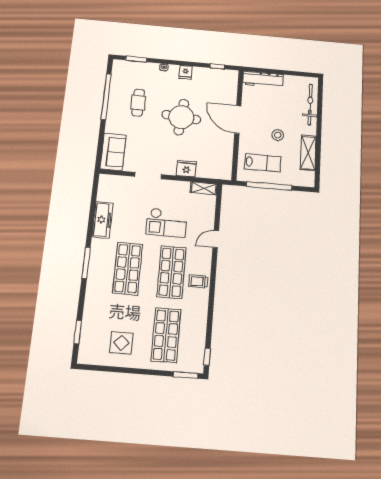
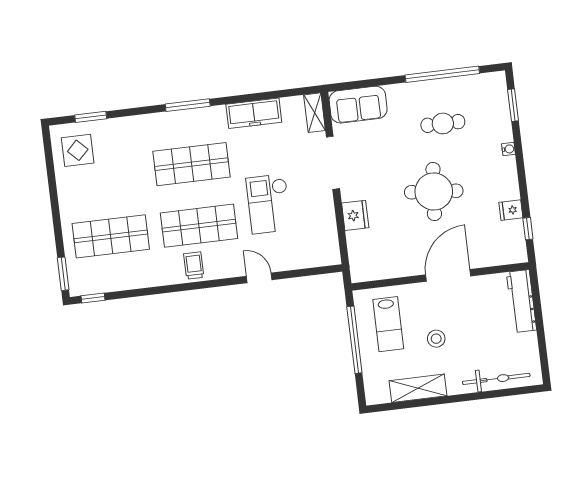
fridge: (186, 72) -> (511, 210), moved
doorway: (148, 176) -> (333, 163), width x1.36
shelving: (204, 188) -> (315, 113), moved
display table: (121, 343) -> (78, 150), moved

